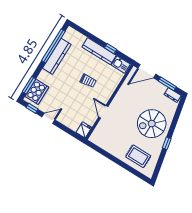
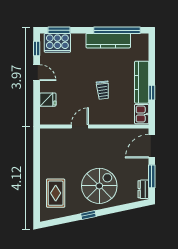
door: (147, 71) -> (152, 146), hinge flipped
spiral stairs: (152, 124) -> (99, 186), turned 90
fridge: (84, 130) -> (48, 100), moved

